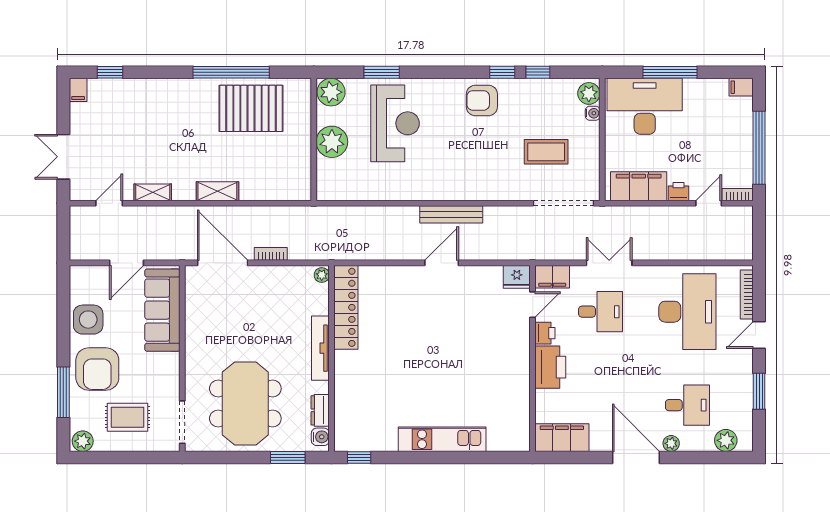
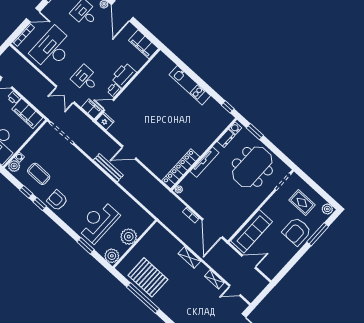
armchair: (482, 100) -> (57, 200), turned 180
coffee table: (546, 152) -> (39, 174), moved
side table: (88, 320) -> (283, 253), removed
armchair: (97, 369) -> (297, 231), turned 180

